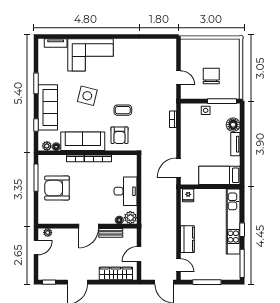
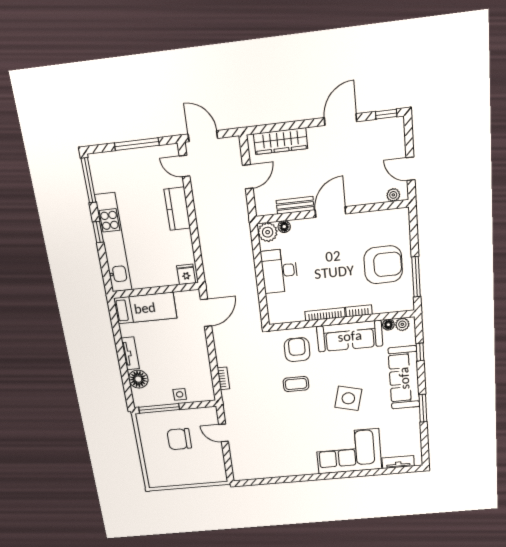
chair: (211, 76) -> (179, 439), turned 90
door: (36, 248) -> (410, 169), hinge flipped

